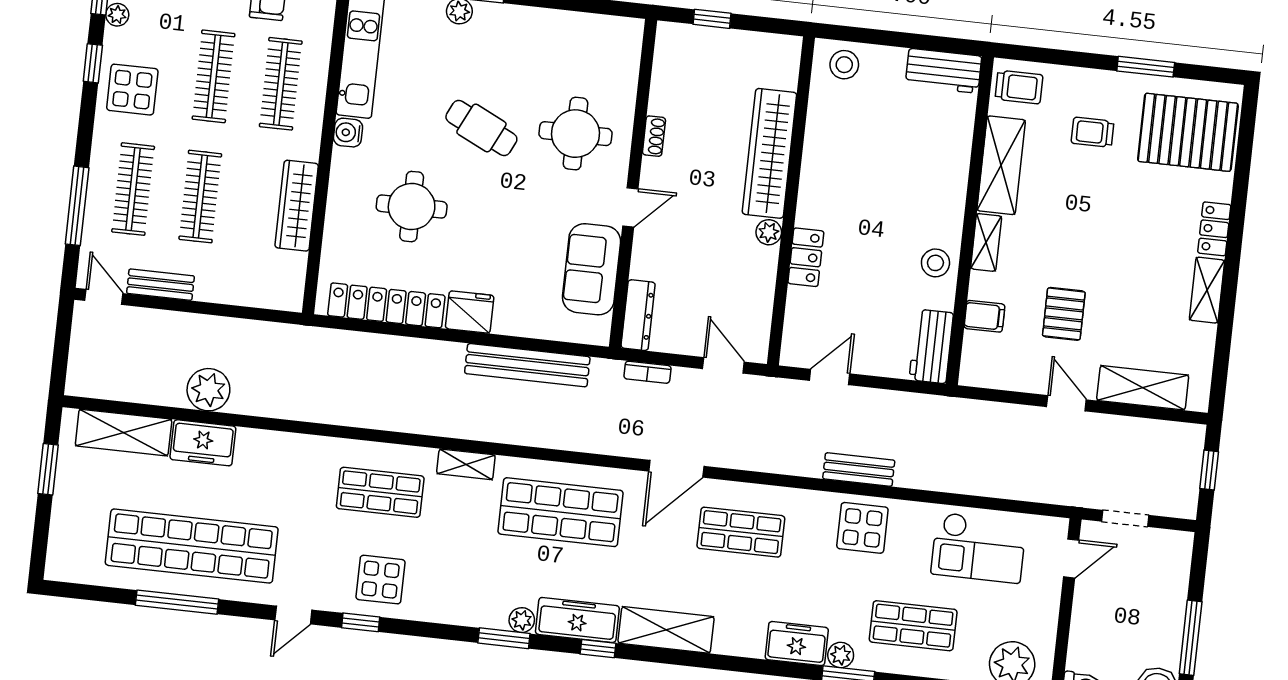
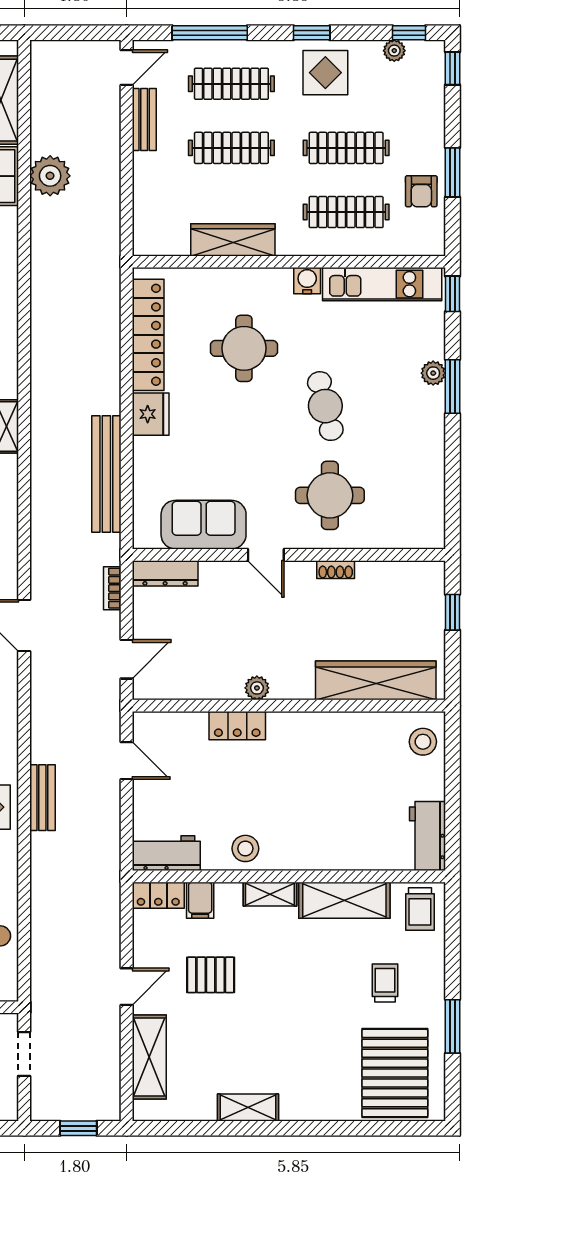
window: (93, 63) -> (312, 33), moved
cafe table: (481, 128) -> (325, 406), turned -40
wardrobe: (769, 153) -> (376, 680), moved
locker: (1214, 229) -> (158, 895), moved, turned 180

